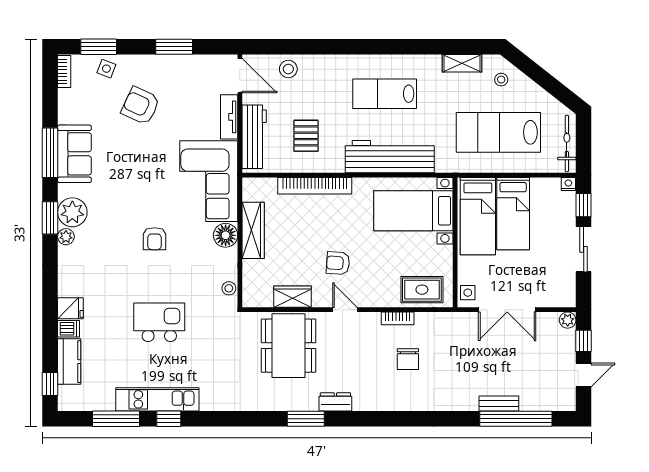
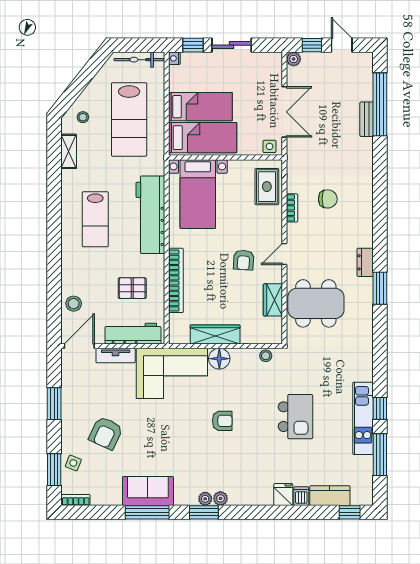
plant: (72, 212) -> (205, 499), width x0.53, depth x0.53
kitchen island: (159, 322) -> (295, 417), turned 180

